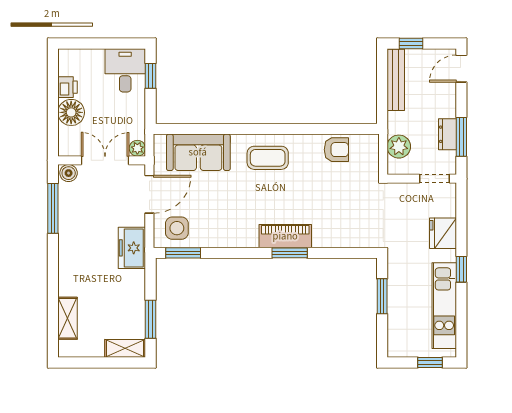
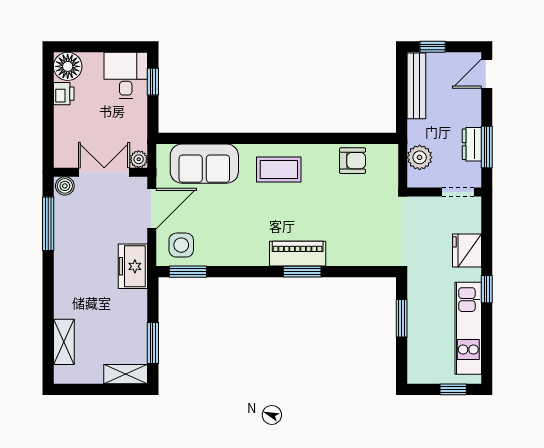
floor lamp: (71, 112) -> (68, 66), moved

